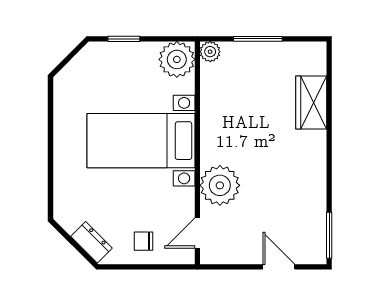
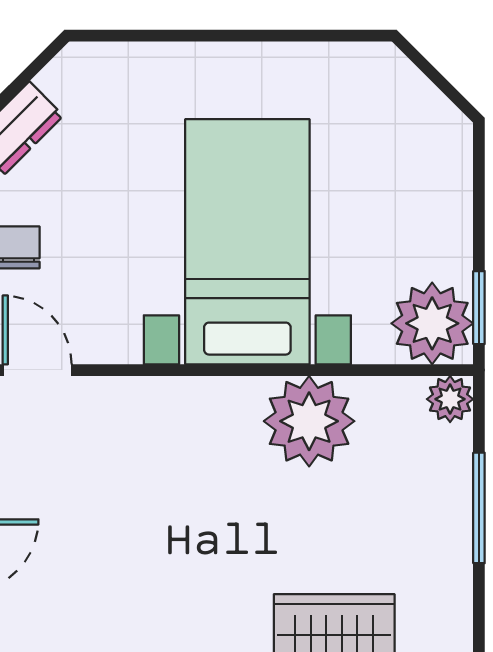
window: (124, 39) -> (479, 308), moved
plant: (220, 185) -> (309, 421), moved

